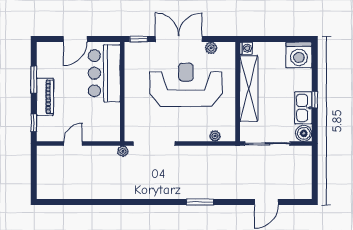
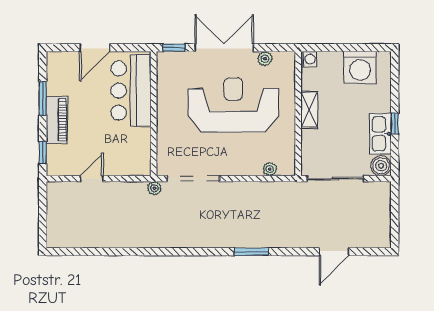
washing machine: (299, 55) -> (360, 67), moved
shelving: (249, 89) -> (309, 110), width x0.45, depth x0.75

